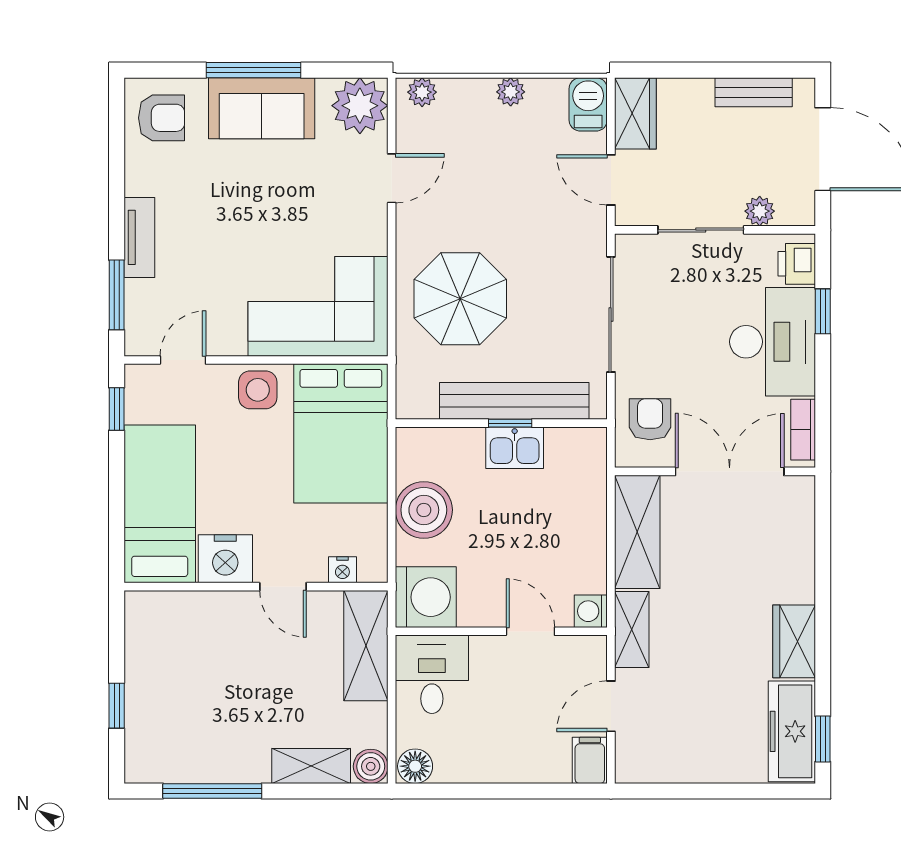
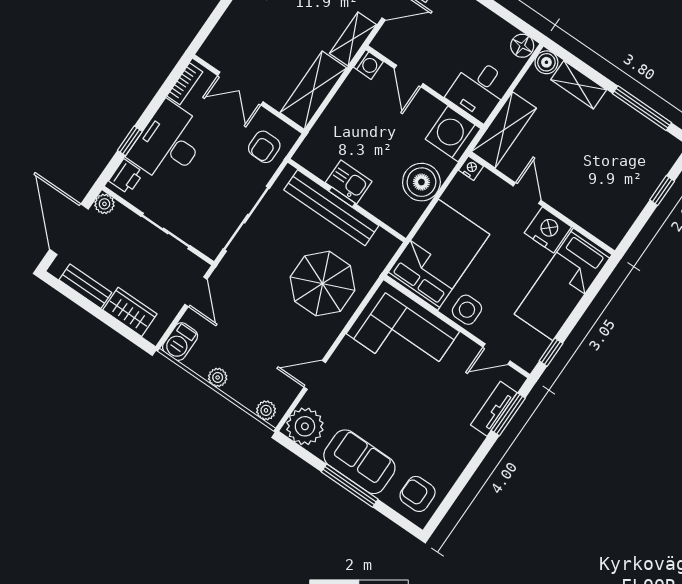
wardrobe: (635, 113) -> (130, 312), moved, turned 90
plant: (760, 211) -> (104, 204), moved
tv unit: (139, 237) -> (494, 409), moved
double door: (730, 471) -> (240, 89), width x0.73
nightstand: (342, 570) -> (471, 168), moved

